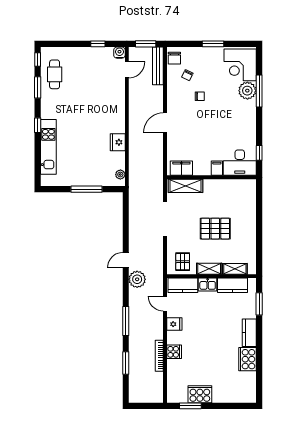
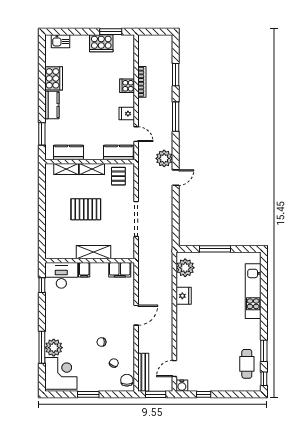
window: (38, 125) -> (264, 313), removed
plant: (120, 175) -> (185, 268), width x1.87, depth x1.87
shelving: (186, 186) -> (94, 252), moved
kitchen sink: (208, 284) -> (61, 41), moved, turned 180

